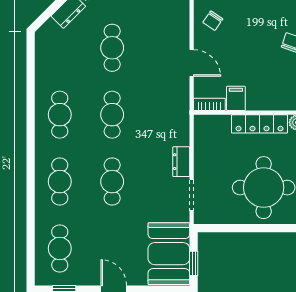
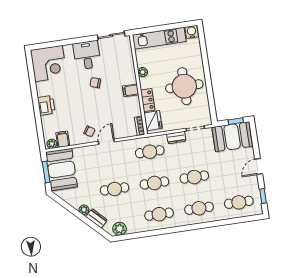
plant: (46, 46) -> (120, 229), added
door: (192, 63) -> (106, 142), moved
filing cabinet: (236, 98) -> (131, 90), moved
cafe table: (165, 115) -> (150, 152), added
locker: (260, 124) -> (148, 100), width x0.66
fridge: (215, 128) -> (153, 121), added

